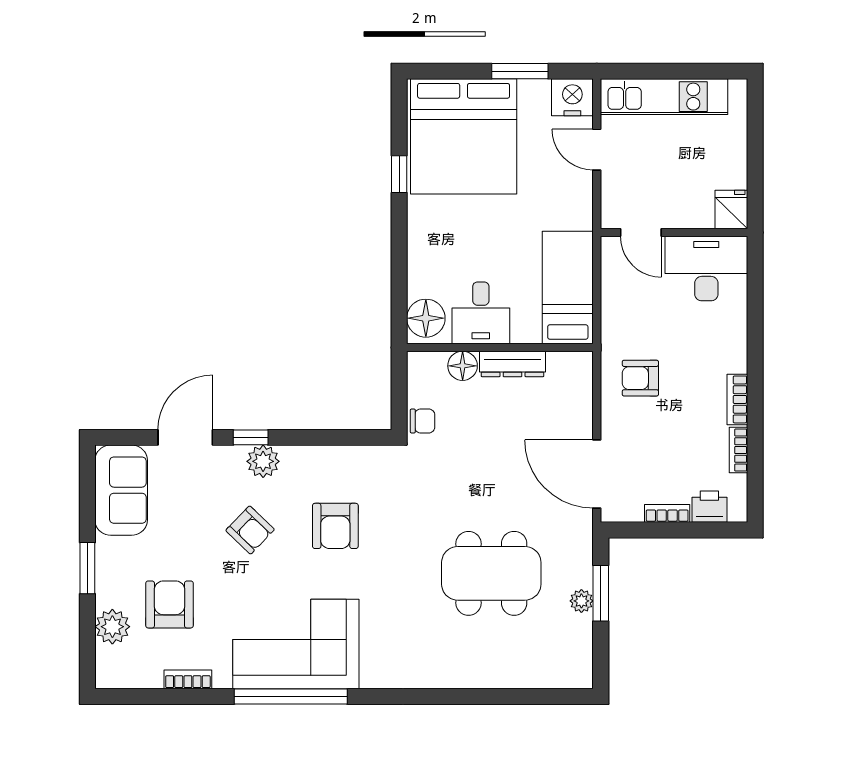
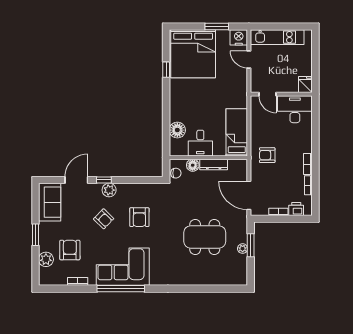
bed: (568, 287) -> (237, 132), moved
desk: (481, 313) -> (200, 143), moved
wall: (500, 347) -> (208, 158), moved
dresser: (512, 364) -> (214, 164), moved
floor lamp: (463, 366) -> (193, 165), moved

